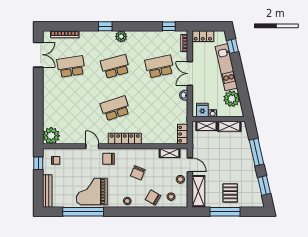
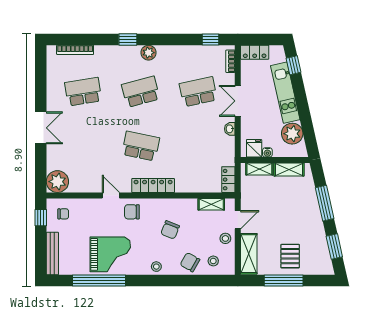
double door: (38, 55) -> (41, 128), moved
school desk: (115, 108) -> (141, 146), turned 30
door: (190, 165) -> (238, 220), hinge flipped
grand piano: (92, 192) -> (110, 254), turned 180

